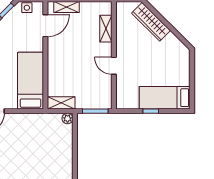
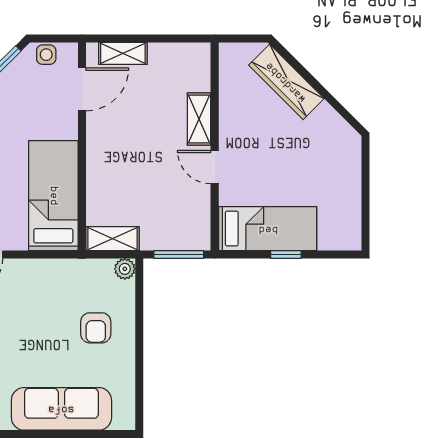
shelving: (106, 29) -> (199, 119), moved
bed: (165, 98) -> (268, 229), moved, turned 180
armchair: (52, 149) -> (96, 328), added

